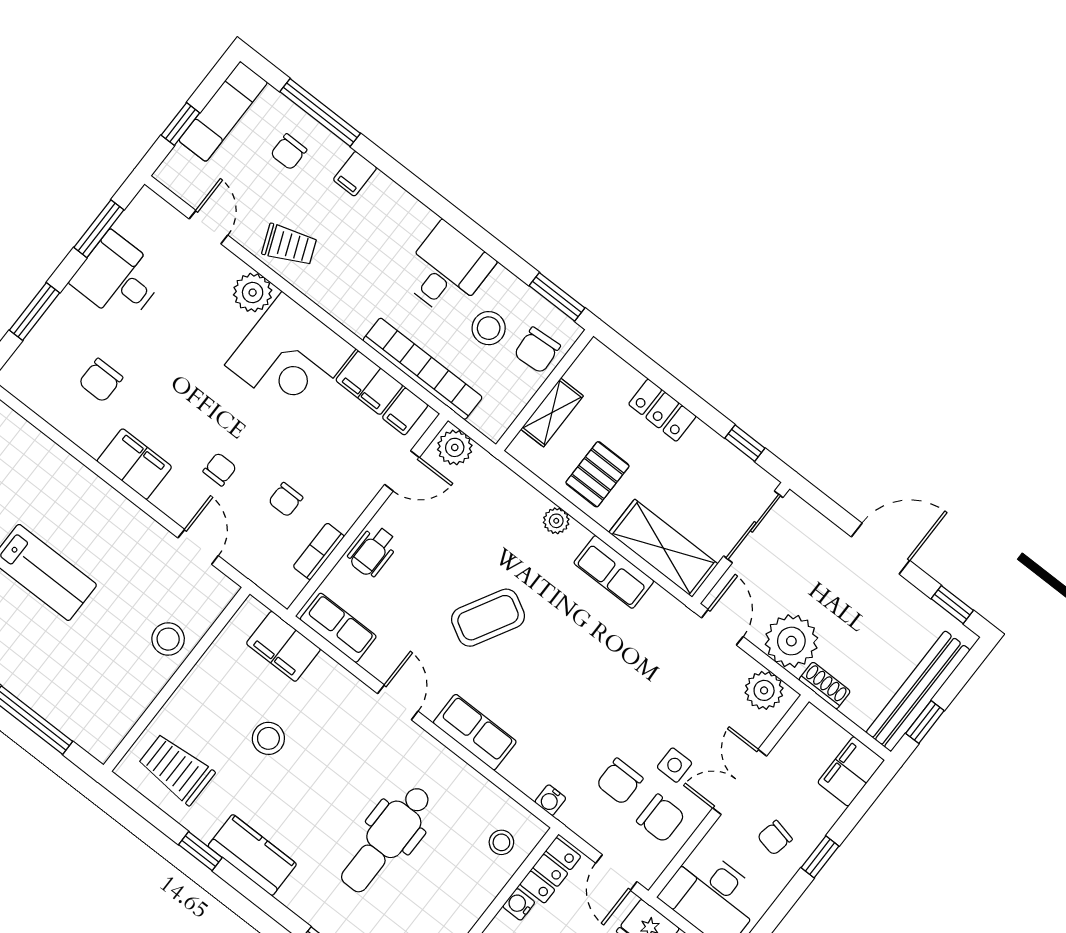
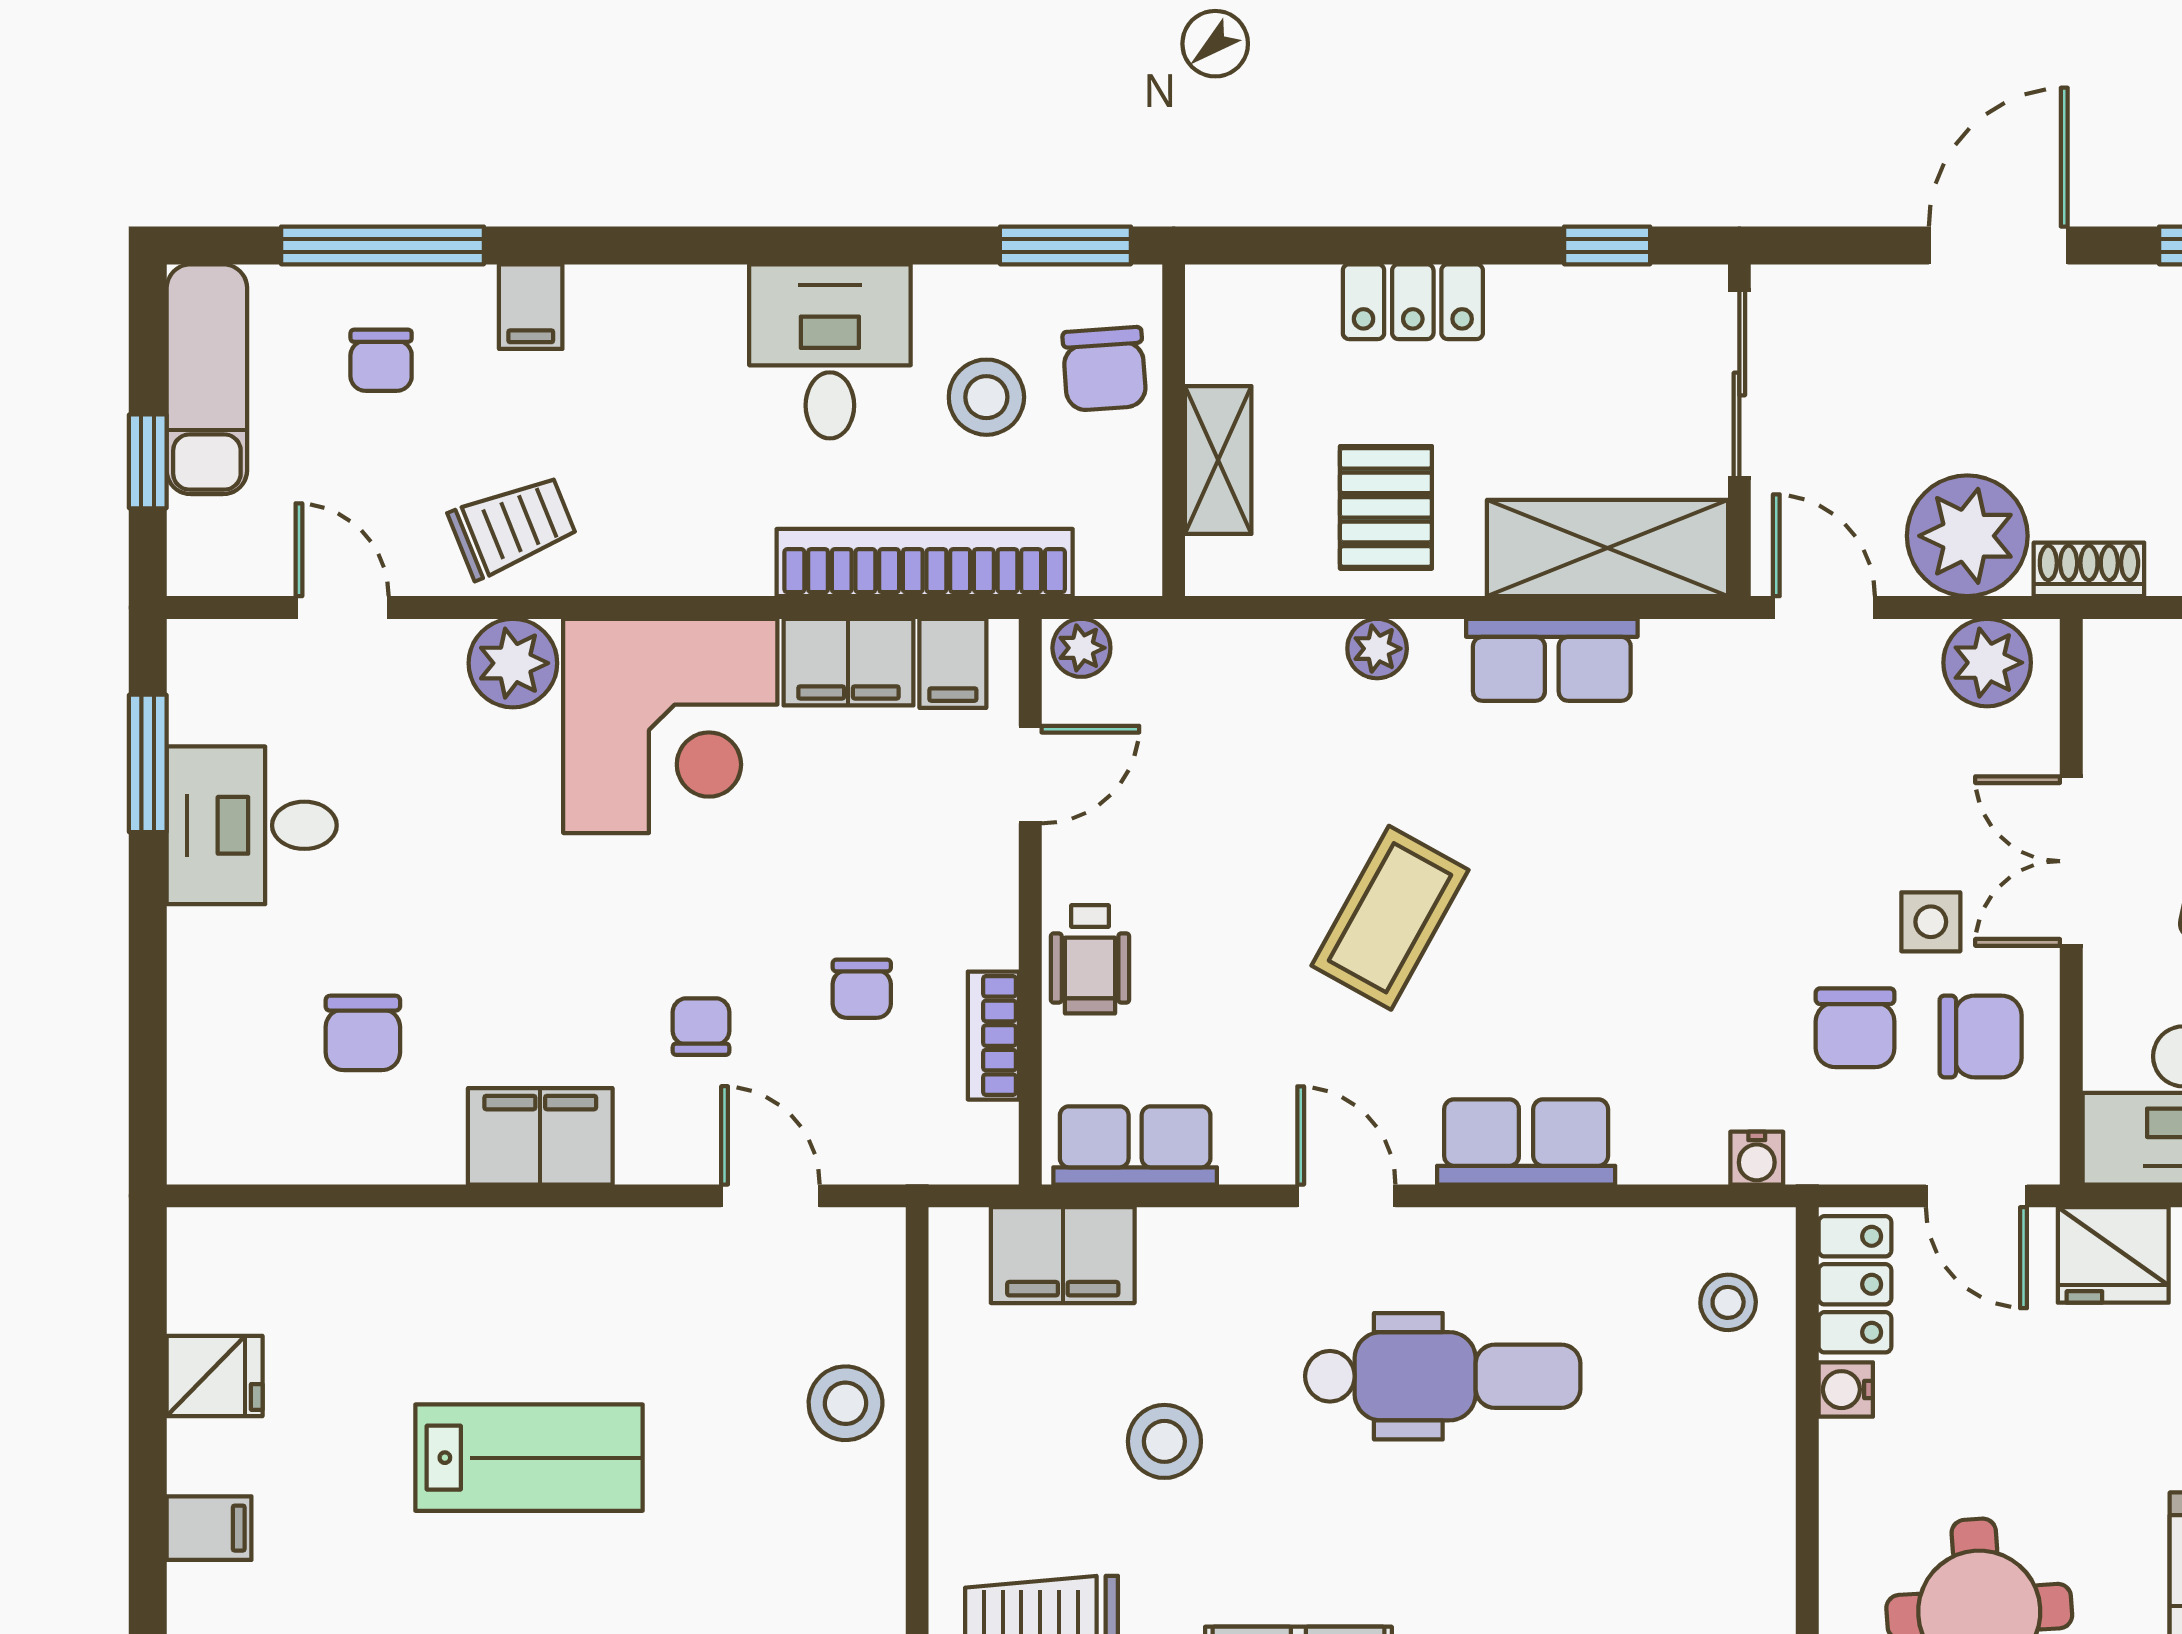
window: (34, 311) -> (148, 1002), removed
plant: (455, 447) -> (1081, 648), width x0.73, depth x0.73
dental chair: (386, 839) -> (1443, 1376), moved, turned -90

